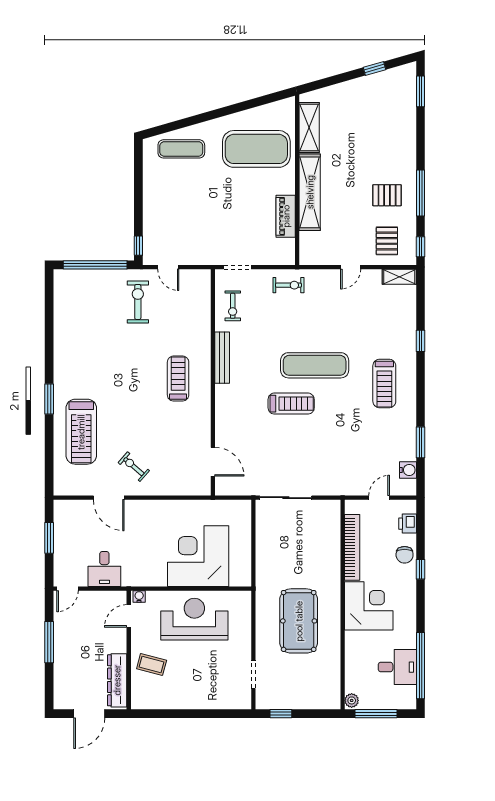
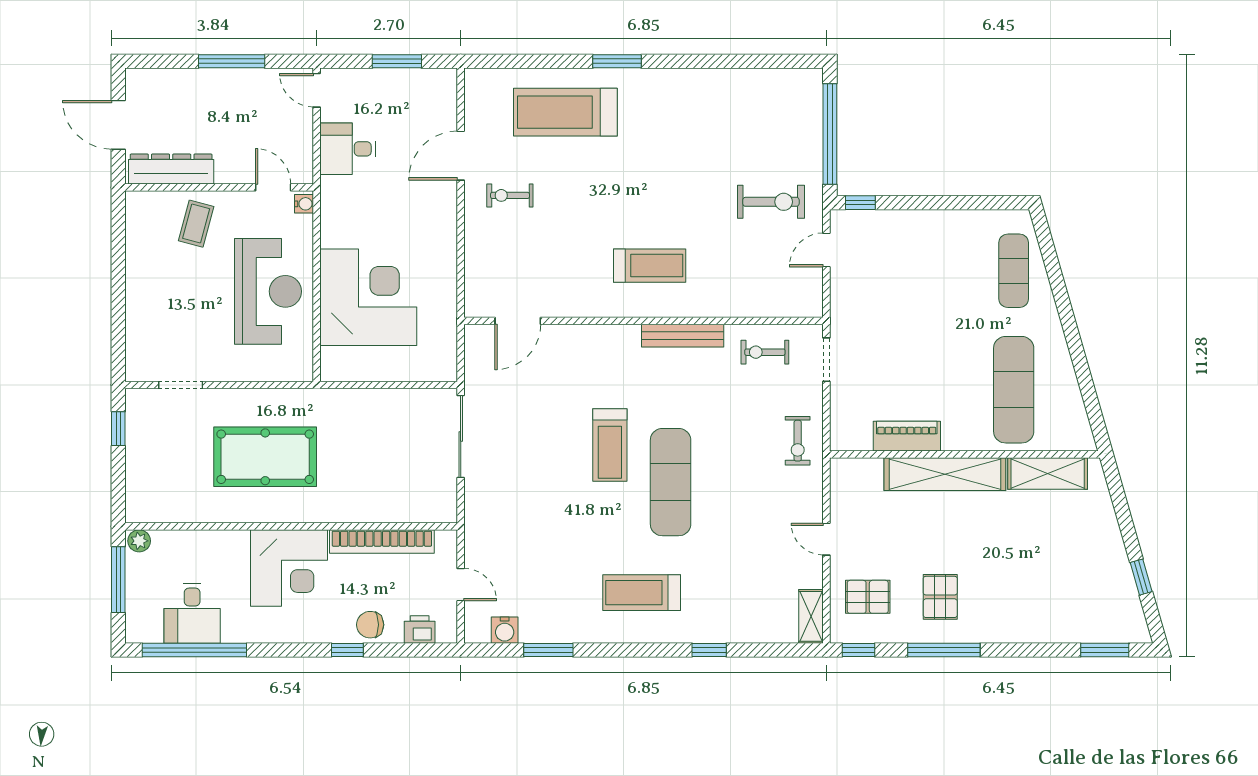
exercise mat: (256, 149) -> (1014, 390), width x0.68
exercise bike: (134, 467) -> (510, 195), turned -131

